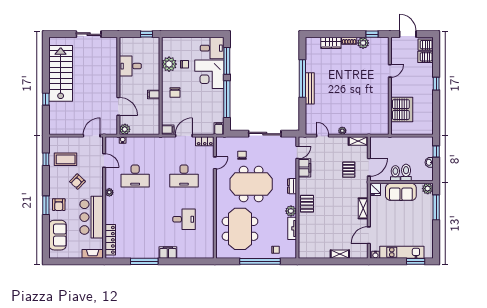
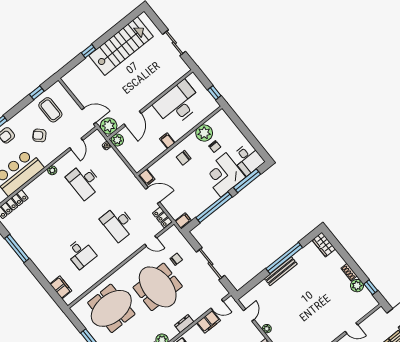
wardrobe: (331, 43) -> (324, 244), moved
desk: (130, 66) -> (178, 104), width x1.87, depth x1.30
plant: (110, 127) -> (109, 126), added
filing cabinet: (168, 253) -> (61, 287), moved

